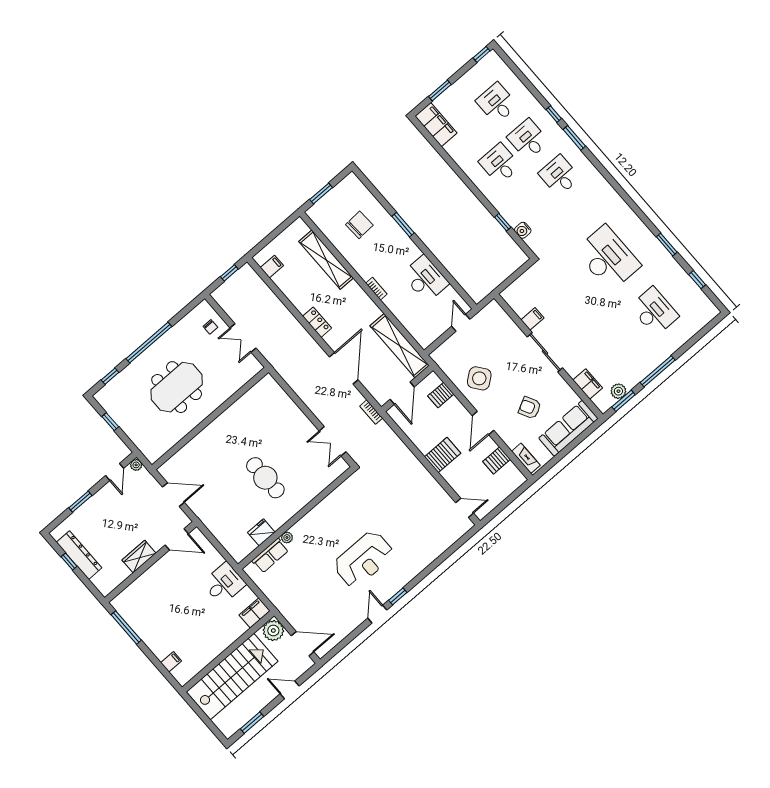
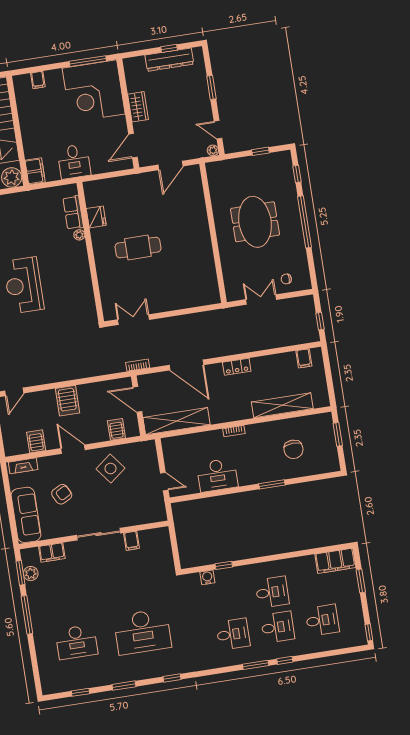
window: (633, 206) -> (172, 678), added
corner desk: (150, 605) -> (94, 91), added

